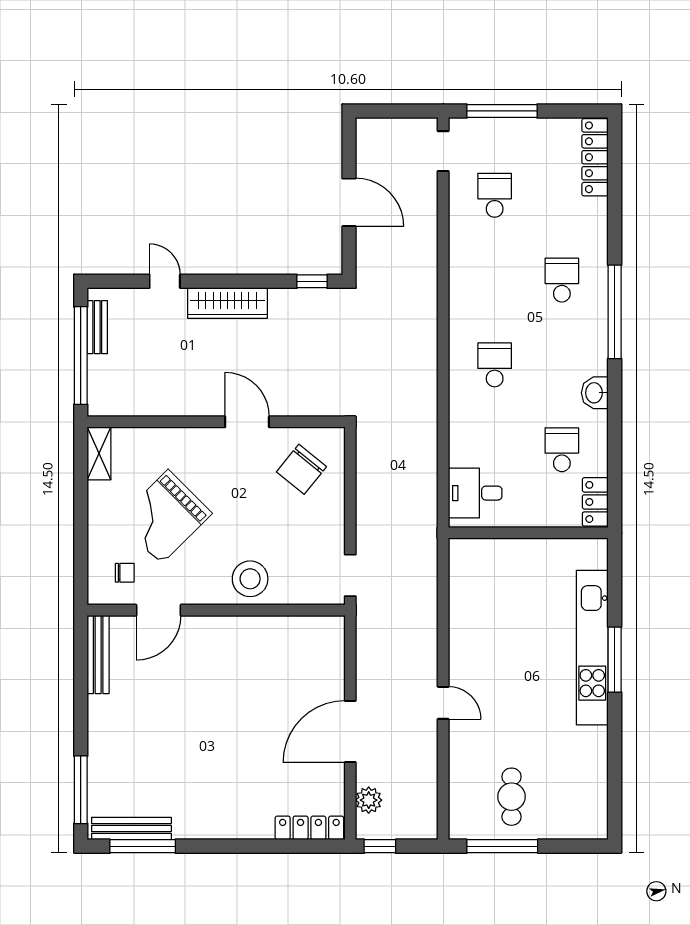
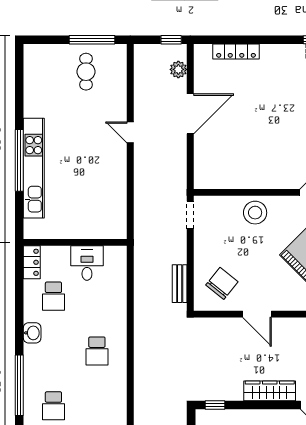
bench: (367, 469) -> (180, 284), added
desk: (475, 493) -> (87, 263), moved, turned -90
window: (615, 660) -> (19, 160), width x1.46
locker: (309, 828) -> (236, 51), moved

